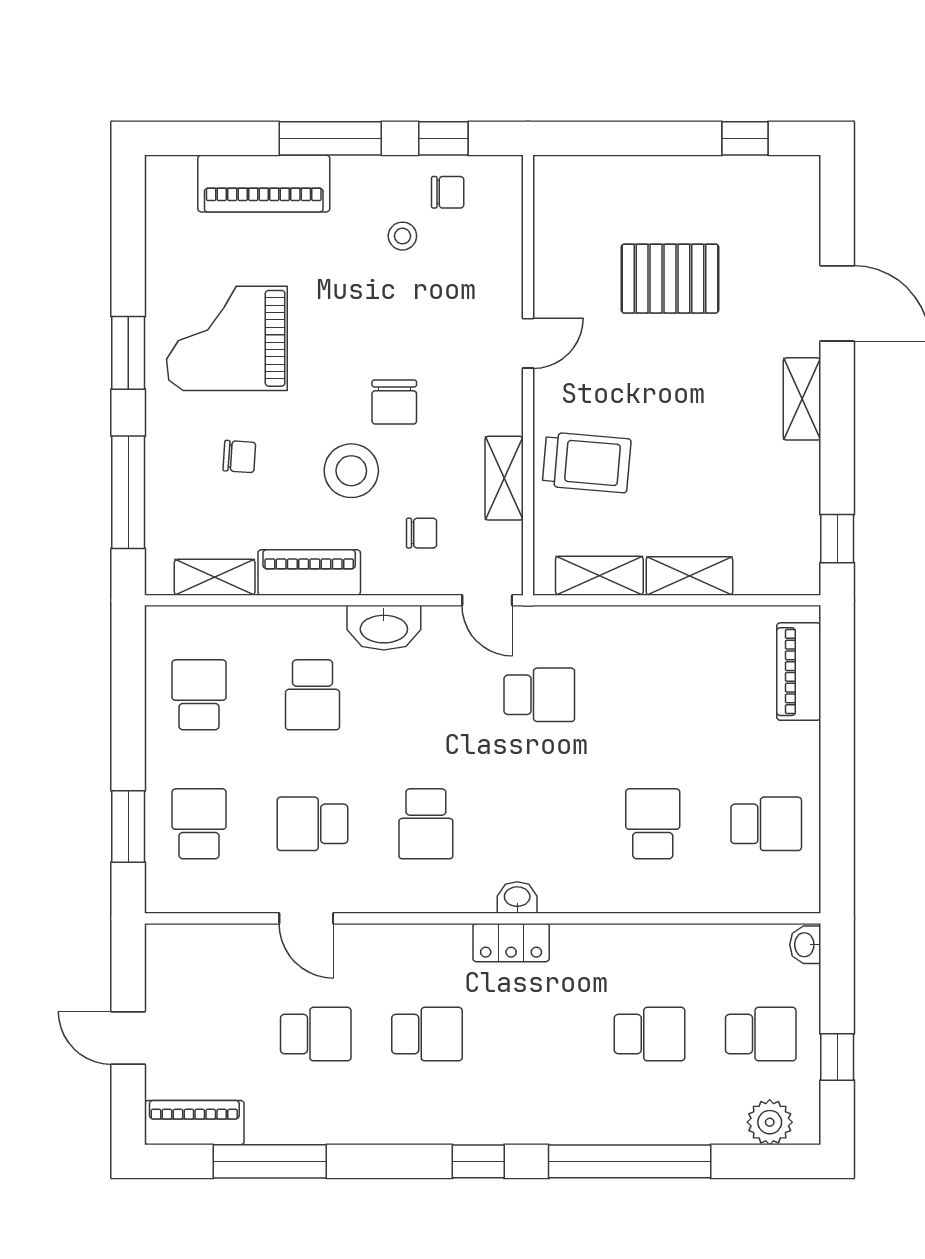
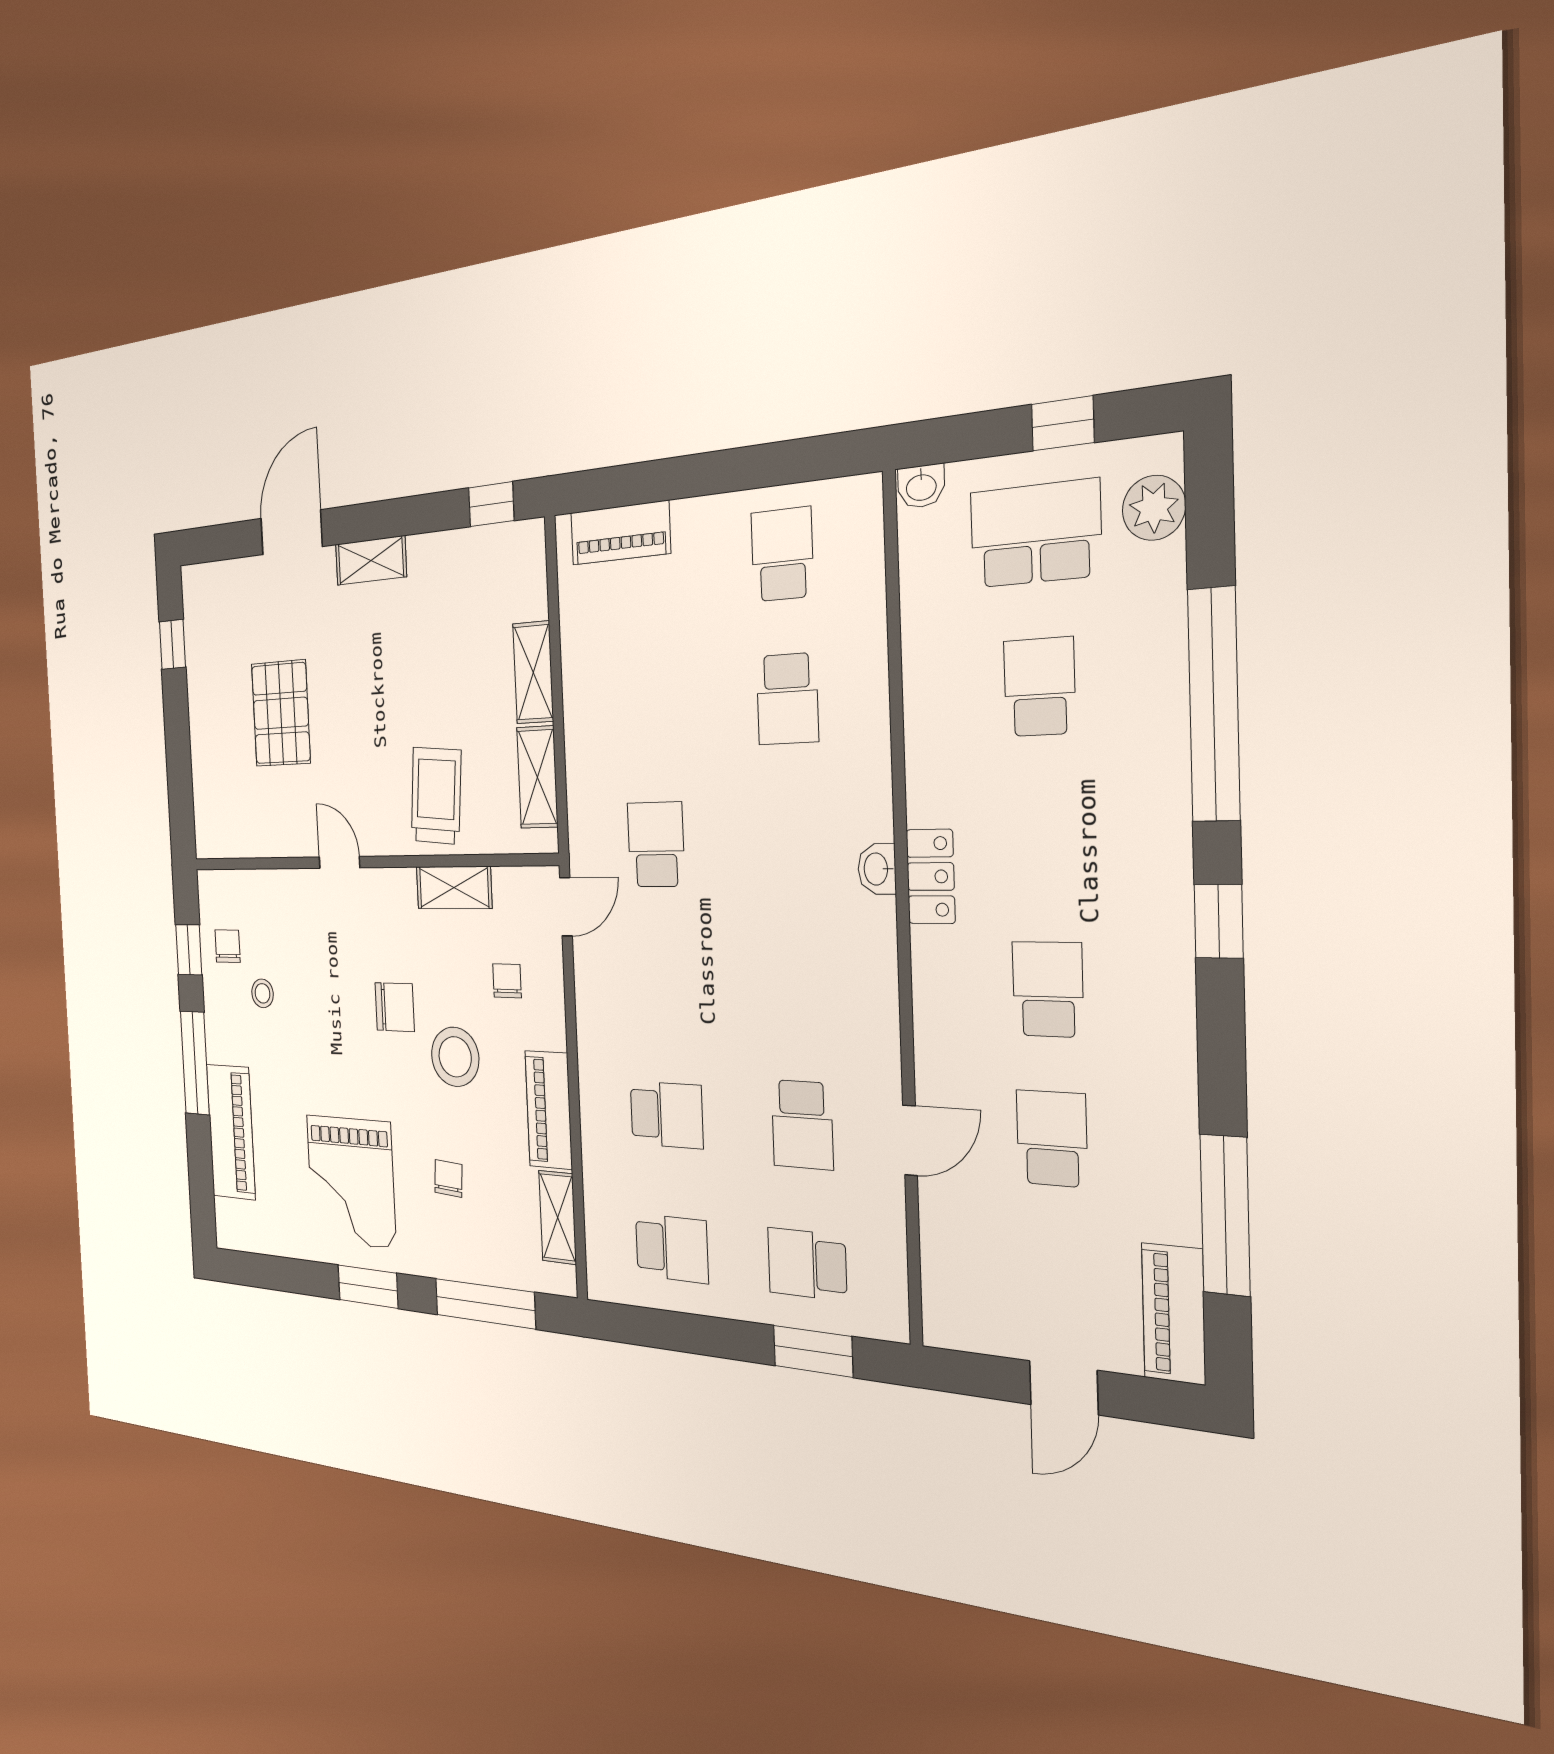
washbasin: (384, 628) -> (597, 1027), removed
school desk: (199, 695) -> (672, 1248), turned 180
school desk: (426, 824) -> (797, 984), removed
school desk: (653, 824) -> (787, 699), turned -90
school desk: (761, 1034) -> (1035, 534), width x1.85

